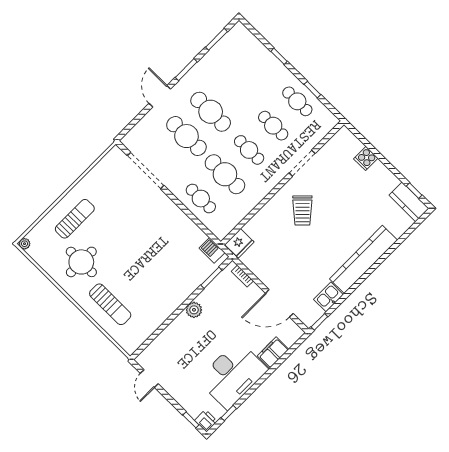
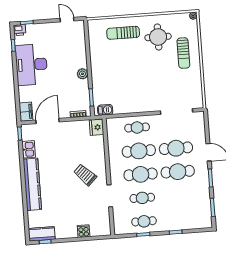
cafe table: (249, 150) -> (141, 174), width x1.37, depth x1.35
filing cabinet: (273, 353) -> (26, 112), moved

